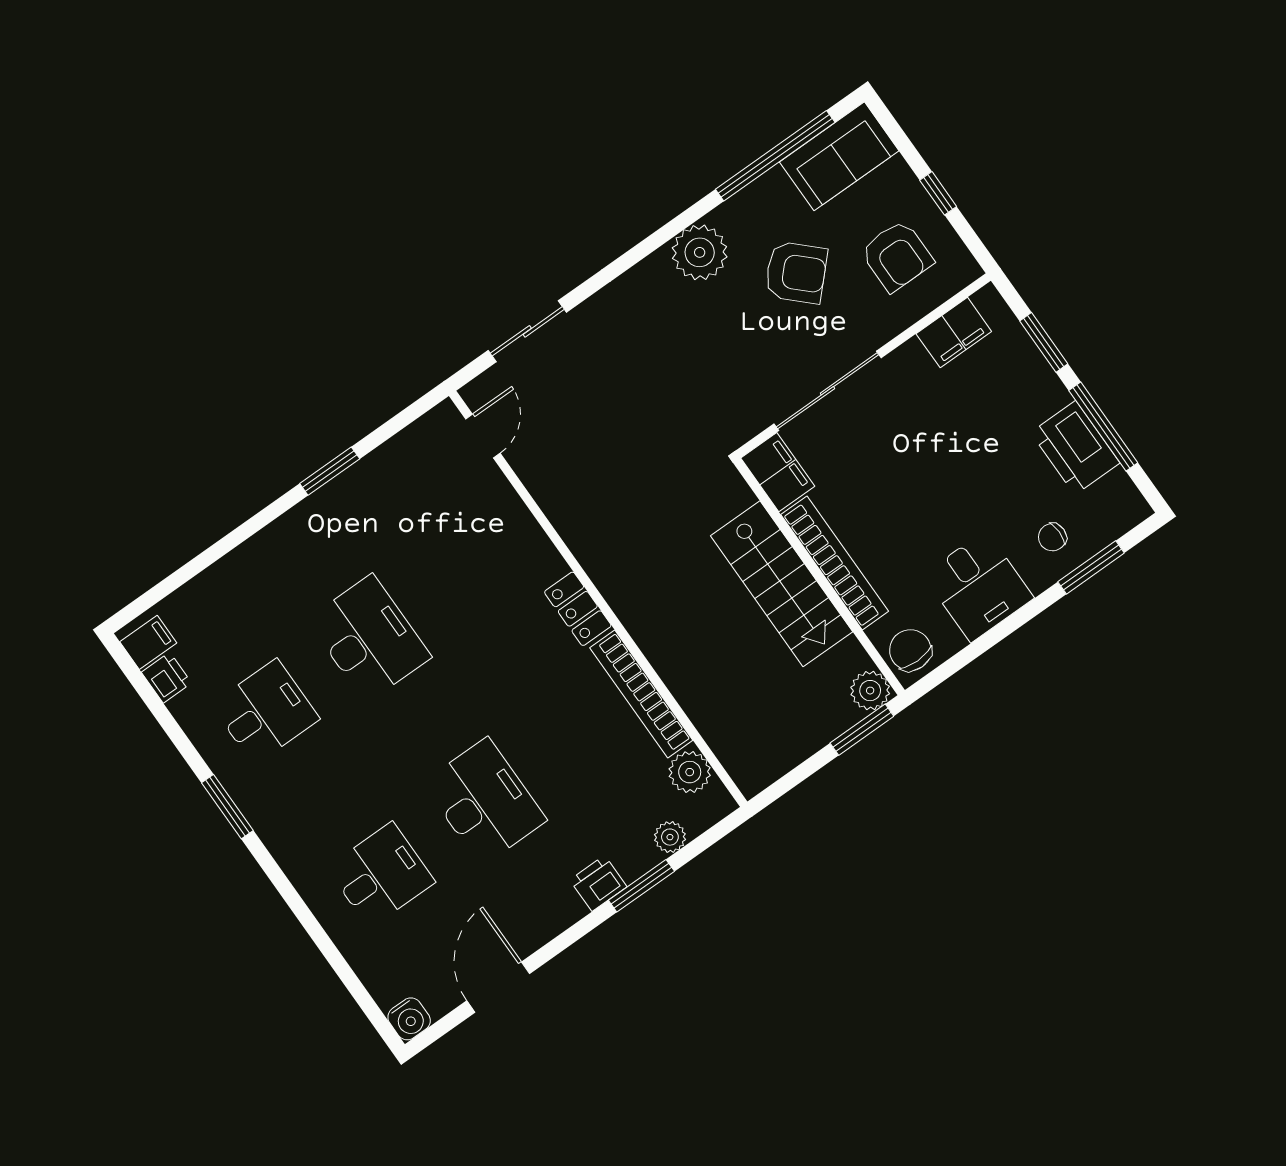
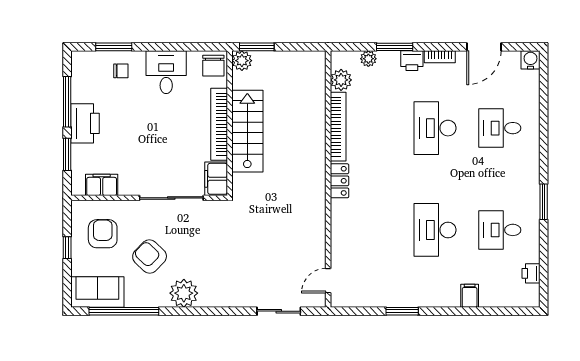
printer: (1075, 448) -> (85, 123), moved
filing cabinet: (148, 642) -> (470, 296), moved, turned 90
bookcase: (558, 921) -> (440, 57), added

